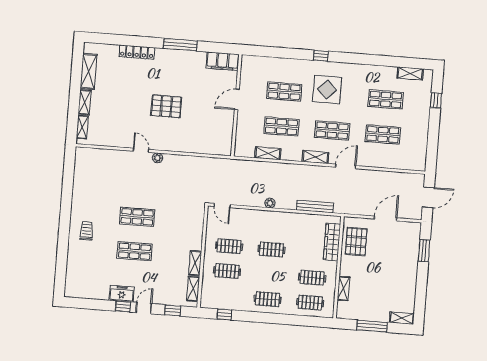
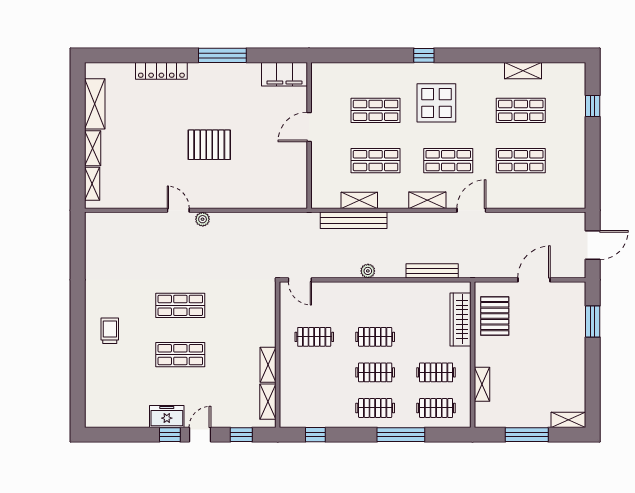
shelving: (410, 73) -> (523, 71), moved
bench: (263, 167) -> (354, 220), added
clothes rail: (227, 271) -> (375, 372), moved
window: (284, 319) -> (401, 435), added

